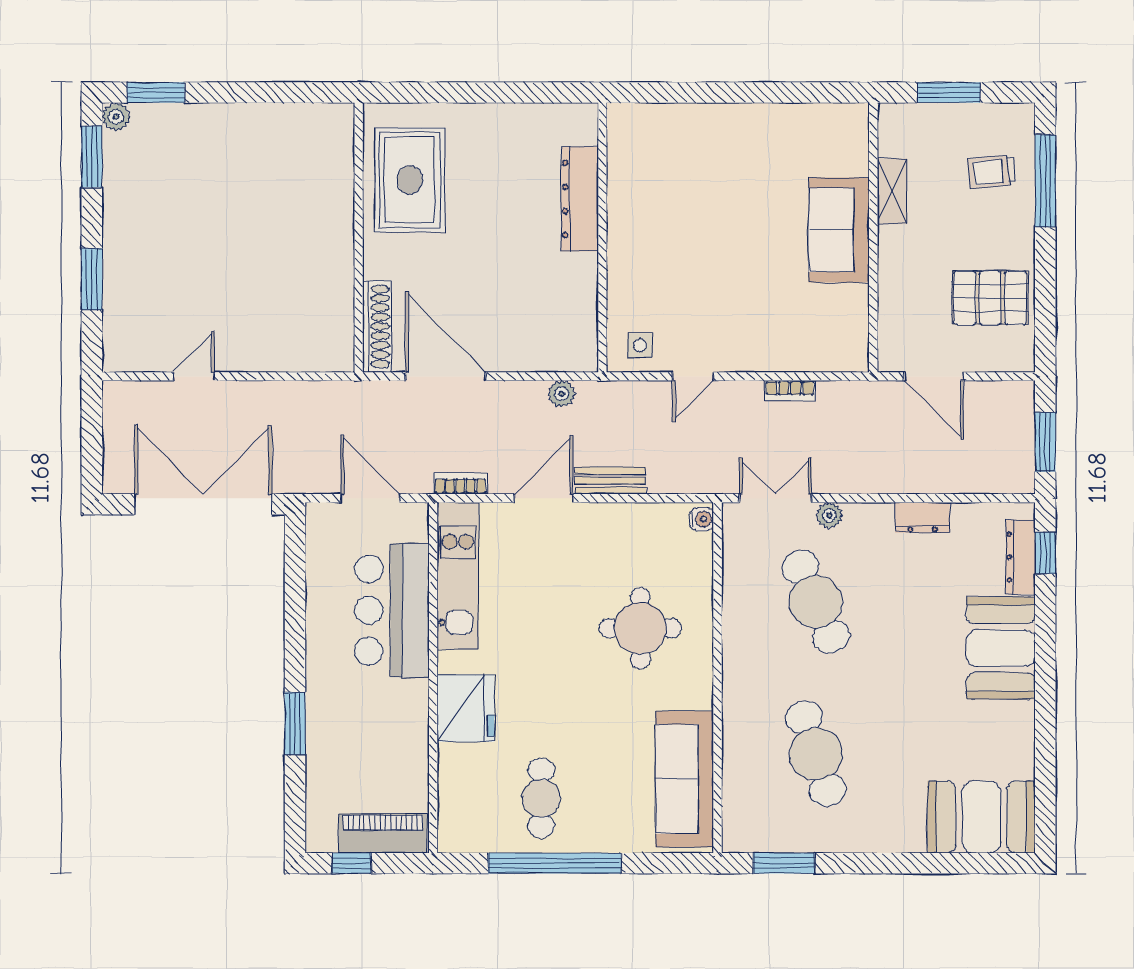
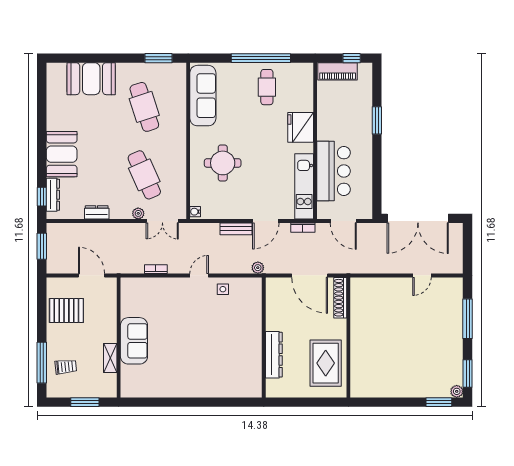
dresser: (580, 199) -> (274, 355), moved
wall: (602, 237) -> (264, 337), moved
window: (92, 279) -> (468, 319), width x1.44
booth: (981, 817) -> (91, 79), moved

